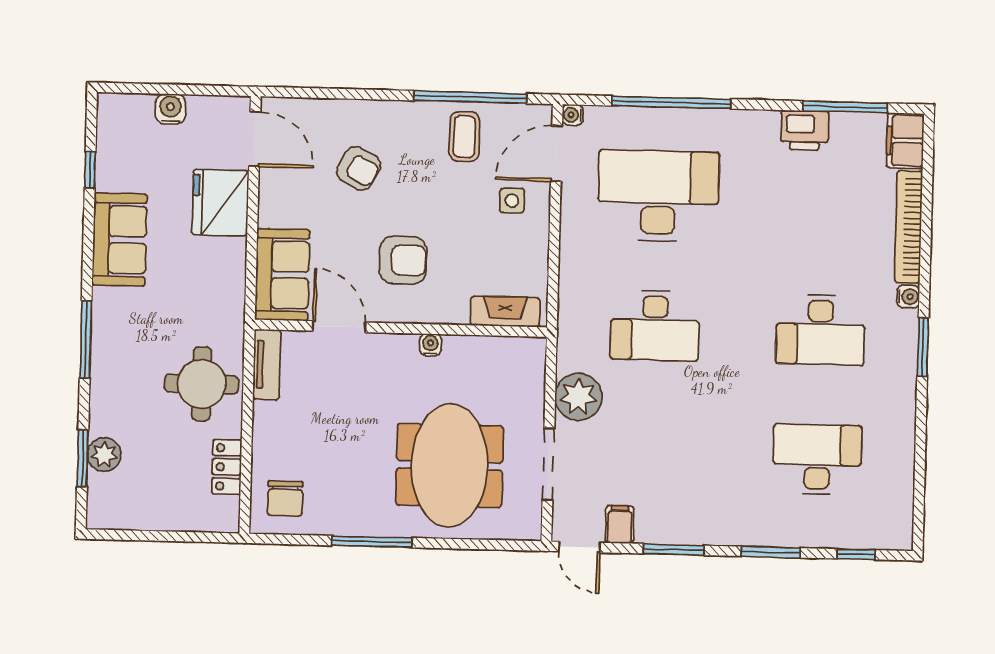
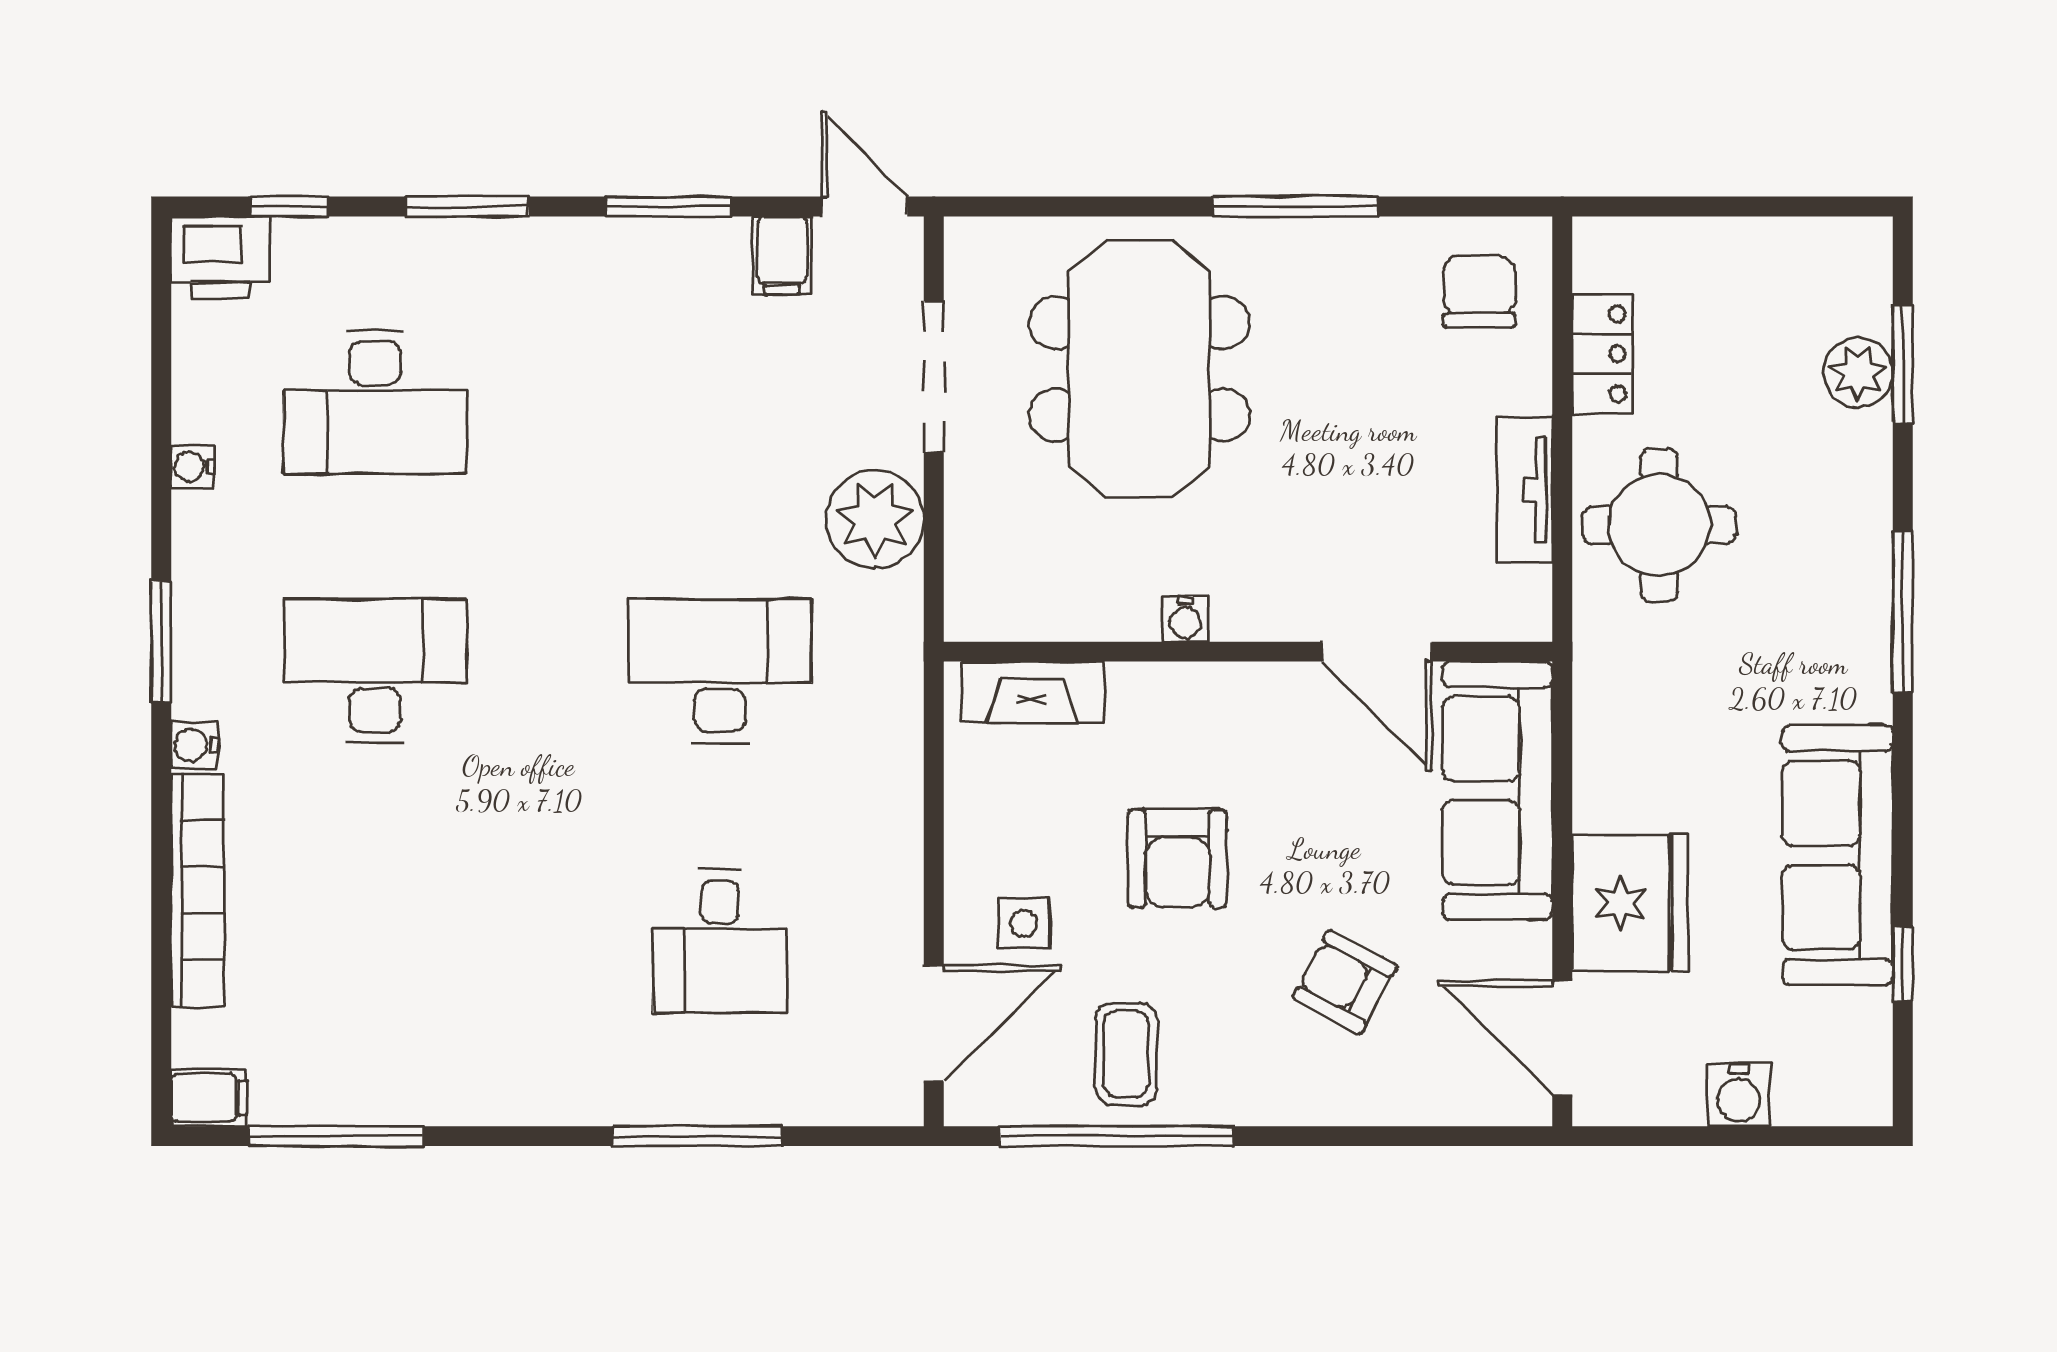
window: (671, 102) -> (698, 1136), width x0.68
water cooler: (573, 115) -> (193, 467), moved, turned 180
printer: (805, 130) -> (221, 257), moved, turned 180
filing cabinet: (905, 141) -> (209, 1098), width x0.50
desk: (658, 196) -> (720, 941), width x0.53, depth x0.77
sofa: (120, 240) -> (1838, 855), width x1.36
armchair: (403, 260) -> (1177, 859), moved, turned -90
sofa: (282, 275) -> (1498, 791), width x1.36
tv unit: (267, 364) -> (1525, 489), moved

